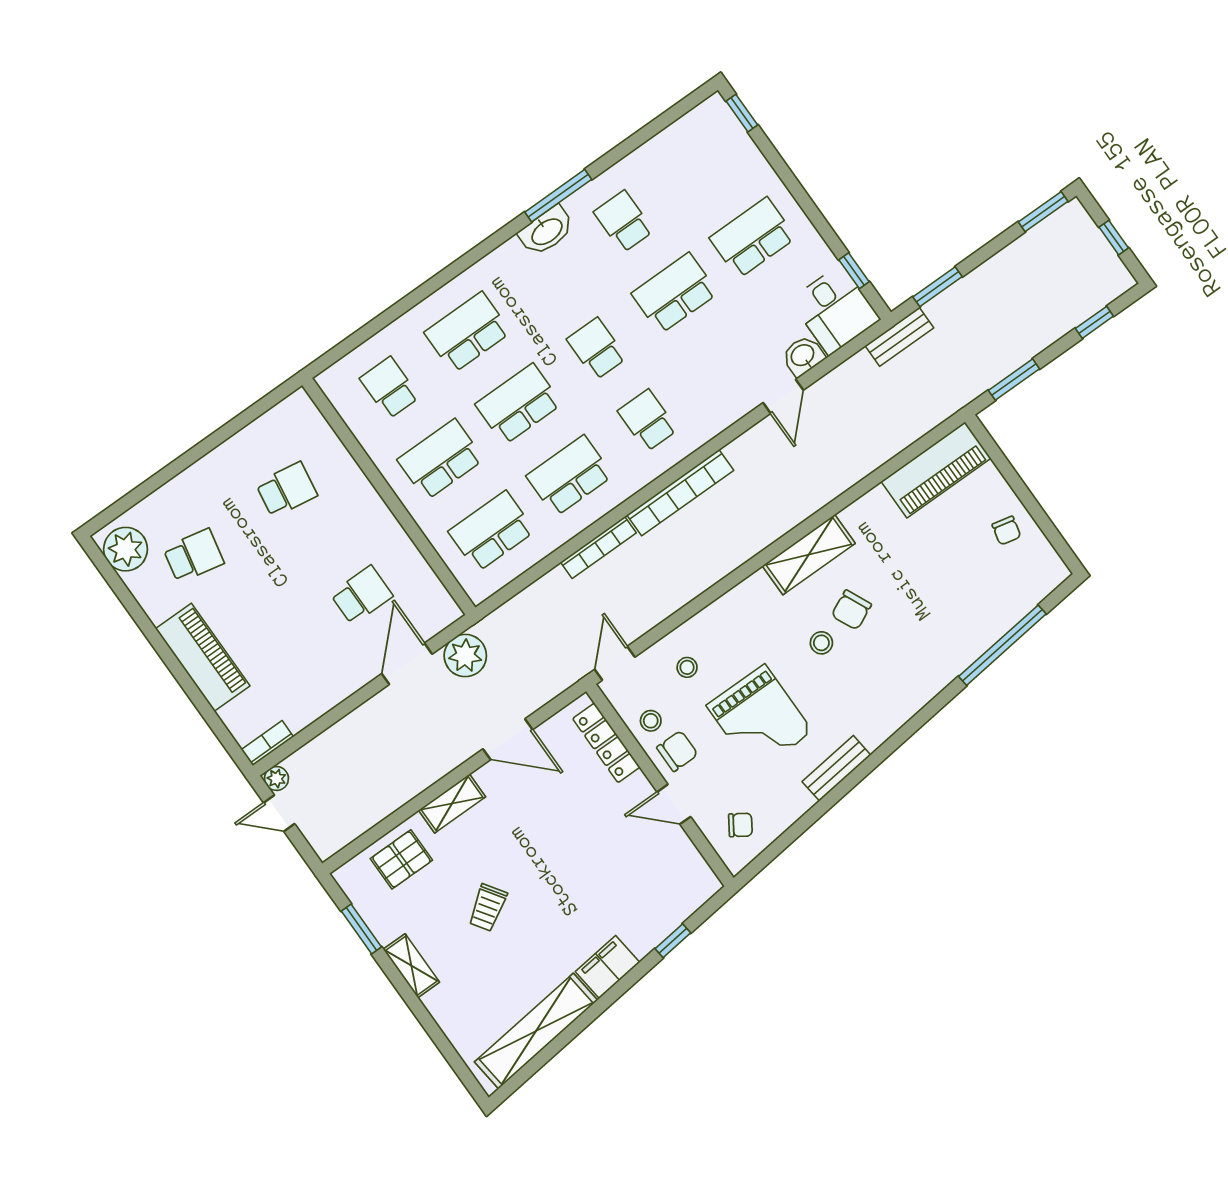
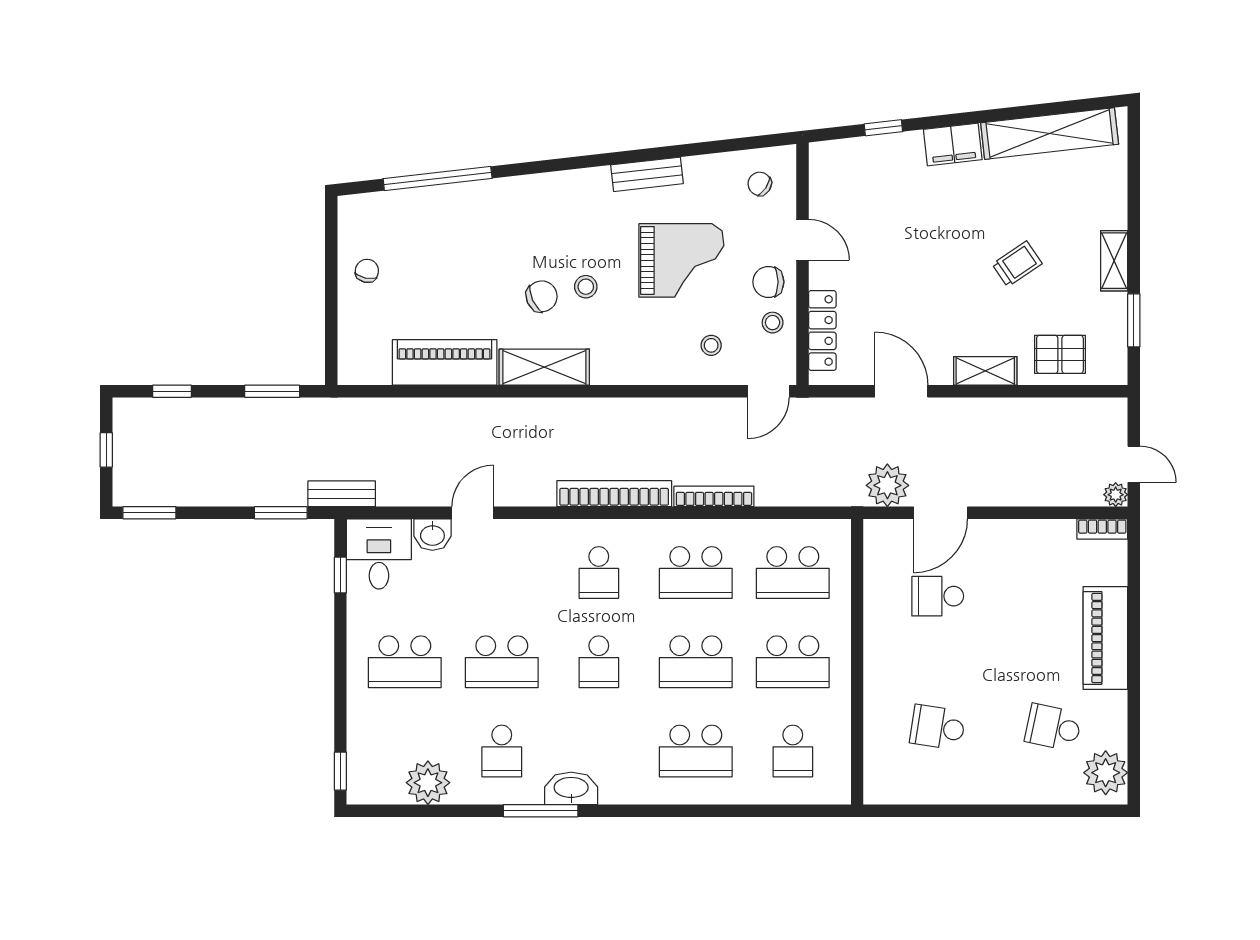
plant: (665, 154) -> (428, 783), added
piano: (936, 470) -> (445, 362), moved
grand piano: (760, 719) -> (681, 260), turned 90

